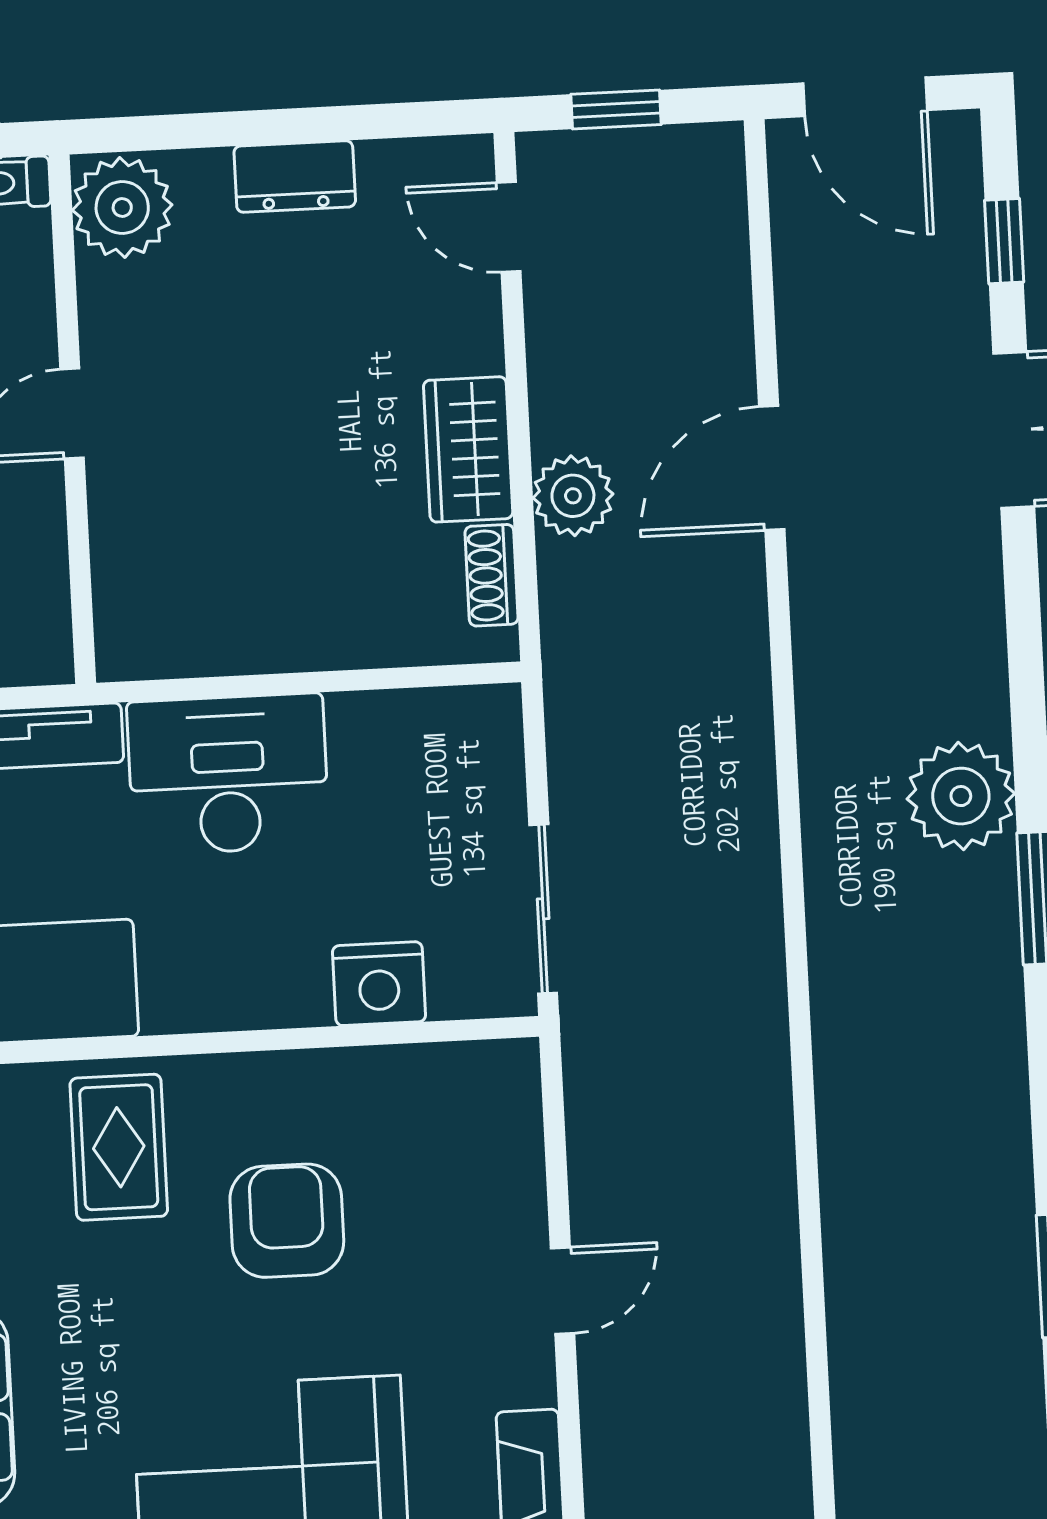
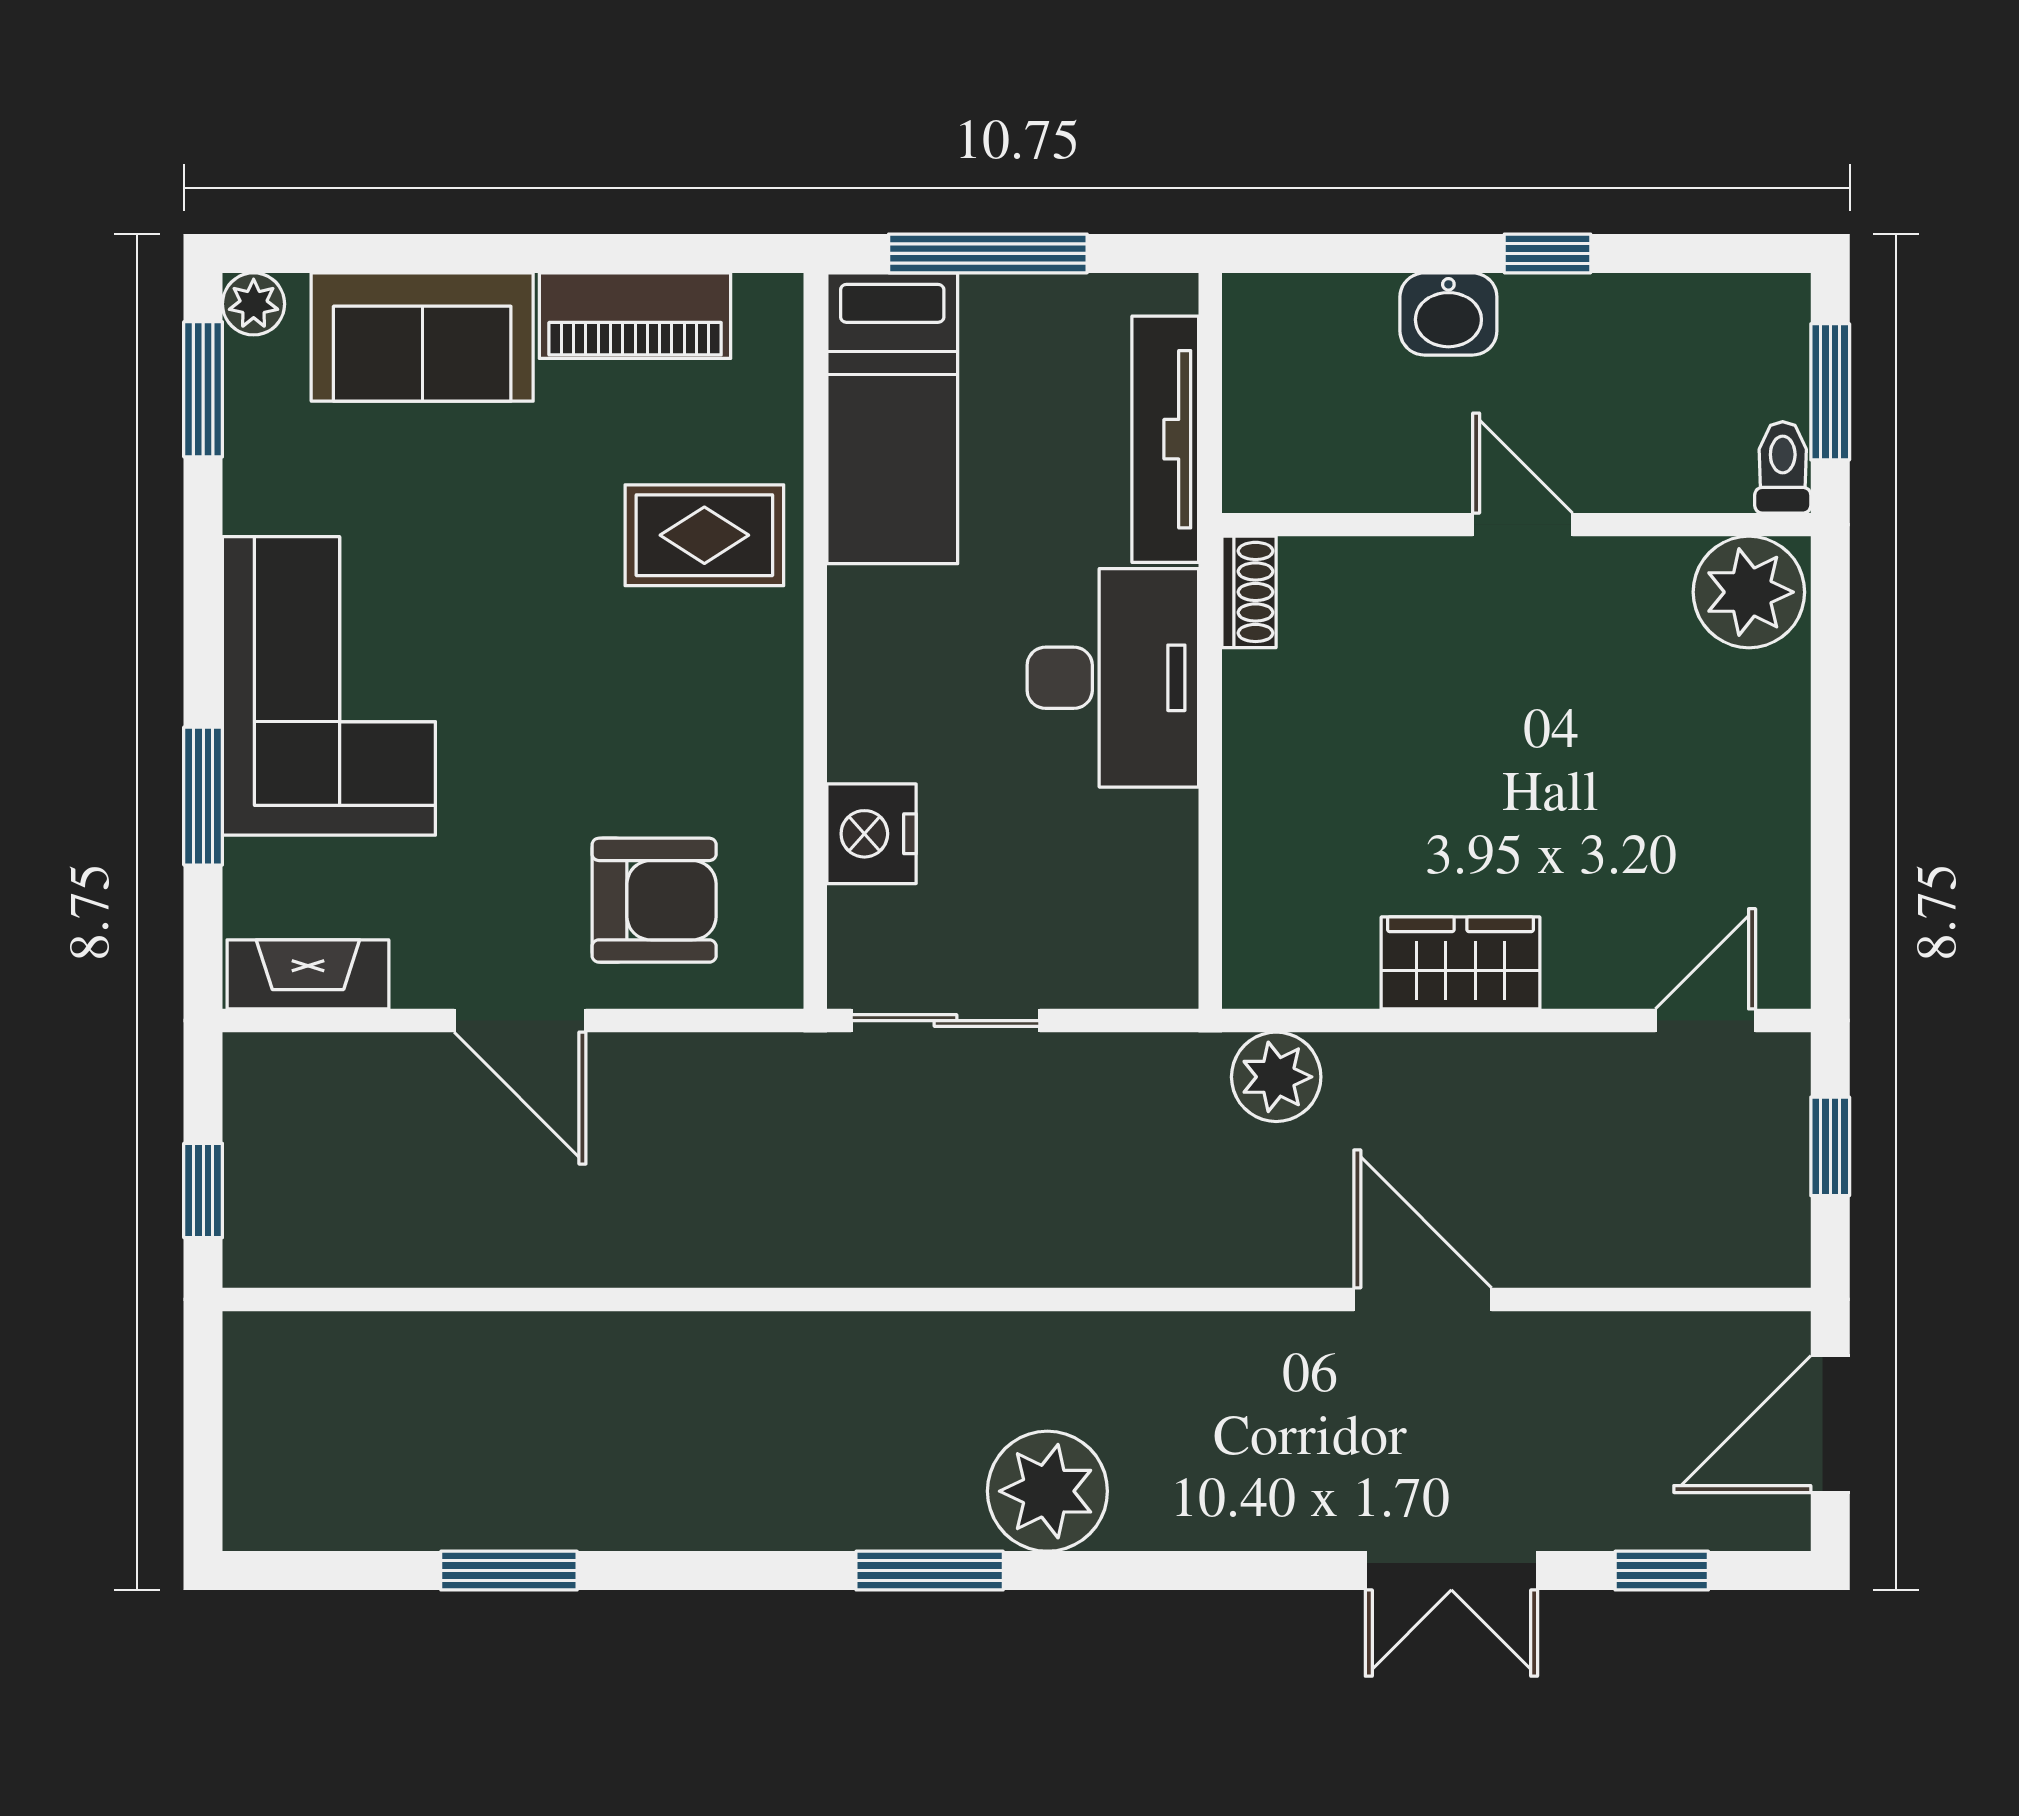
dresser: (295, 176) -> (1774, 786), removed
plant: (573, 496) -> (1276, 1077), moved
shoe rack: (491, 575) -> (1249, 592), moved, turned 90
armchair: (287, 1221) -> (654, 900), moved
door: (563, 1291) -> (520, 1021), width x1.38

